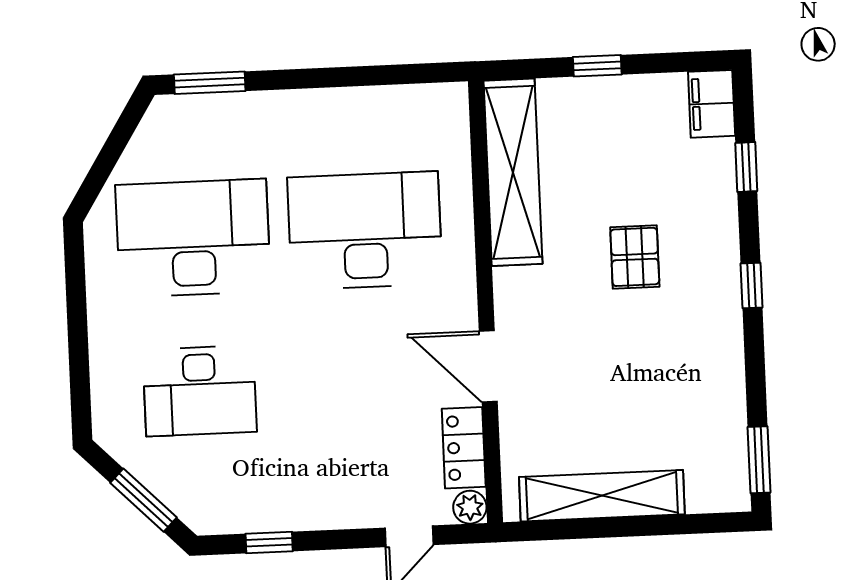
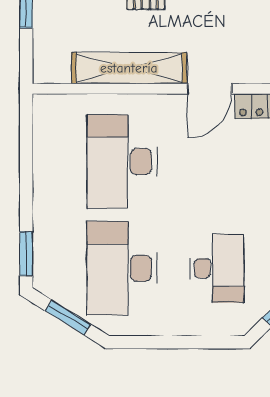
window: (110, 154) -> (68, 317), added
shelving: (513, 172) -> (129, 68), moved

